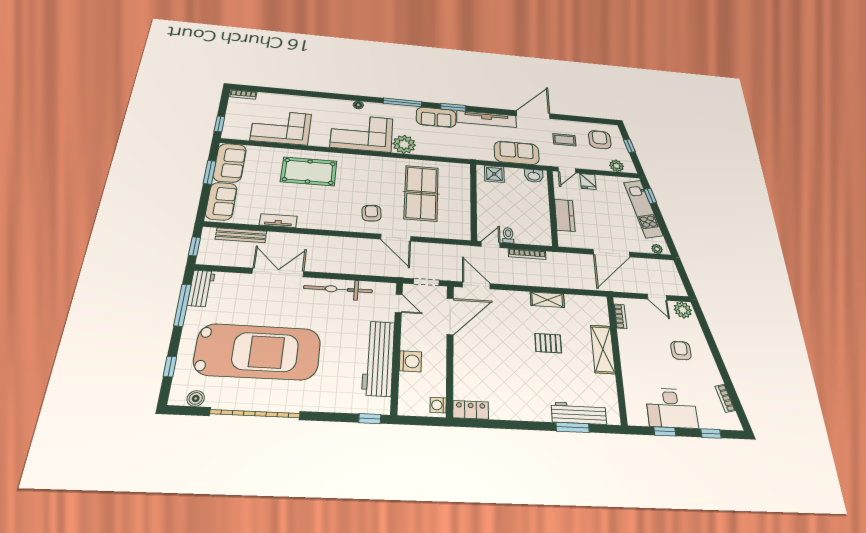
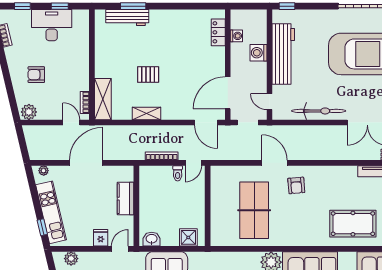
door: (657, 297) -> (71, 122), moved
shelving: (603, 349) -> (103, 99), moved
armchair: (681, 350) -> (36, 75), turned 90
washing machine: (438, 405) -> (236, 36), moved
locker: (471, 410) -> (218, 32), moved, turned 90

